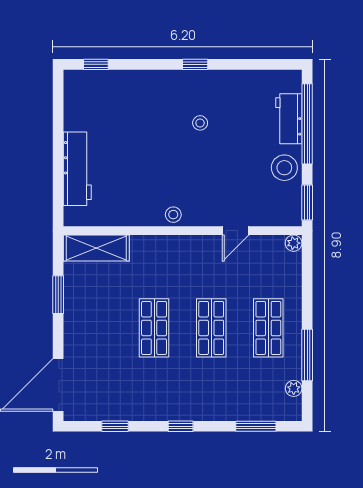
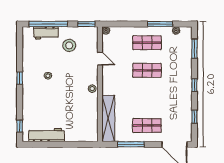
stool: (284, 168) -> (69, 45), moved
workbench: (77, 169) -> (47, 135), moved
shelving: (96, 248) -> (108, 118), width x1.47
window: (58, 295) -> (131, 144), width x1.44
shop shelf: (154, 328) -> (147, 126), moved

